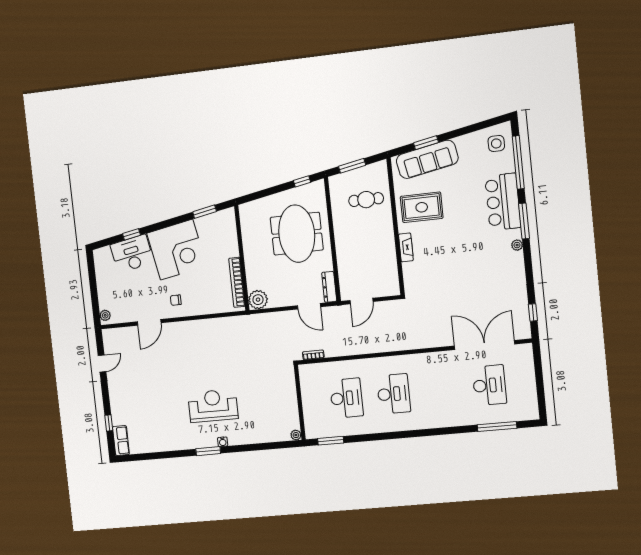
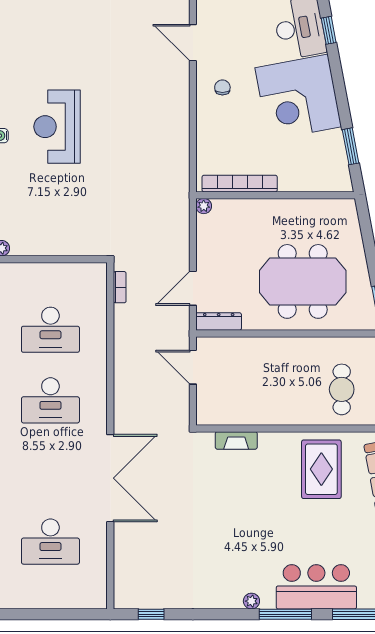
fireplace: (406, 247) -> (236, 440), moved
plant: (258, 300) -> (204, 206), width x0.53, depth x0.53
double door: (484, 345) -> (110, 478), moved
reception desk: (213, 406) -> (57, 127), turned 180

